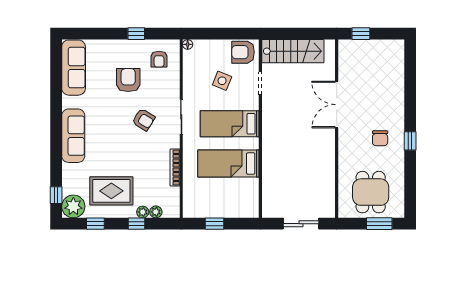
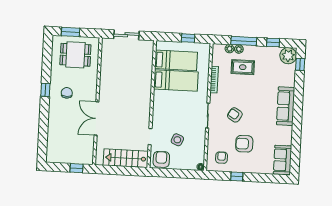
armchair: (243, 52) -> (161, 159), turned -90
sofa: (74, 68) -> (283, 160), width x0.73
armchair: (128, 80) -> (244, 144), turned 90
double door: (337, 105) -> (96, 119), swing flipped
bed: (230, 124) -> (176, 60), moved
rug: (111, 191) -> (243, 67), moved, width x0.73, depth x0.70
dining table: (371, 192) -> (75, 55), turned 90
window: (137, 224) -> (244, 41), width x2.17

